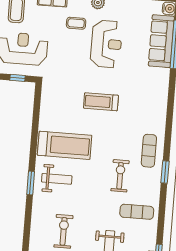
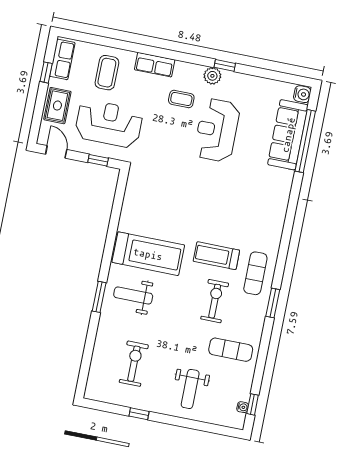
reception desk: (106, 44) -> (217, 130), turned 180
treadmill: (101, 102) -> (216, 256), moved
weight bench: (57, 179) -> (133, 295), turned 180

